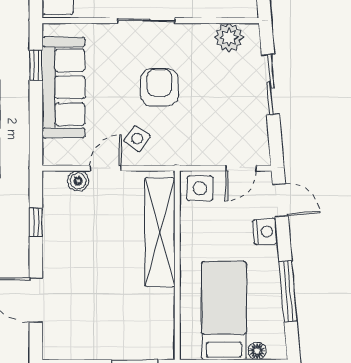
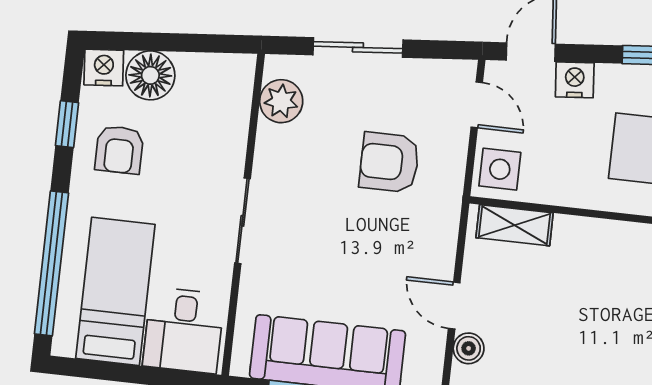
armchair: (159, 87) -> (389, 162), moved
side table: (137, 139) -> (416, 254), removed
shelving: (160, 232) -> (515, 225), width x0.45, depth x0.75

